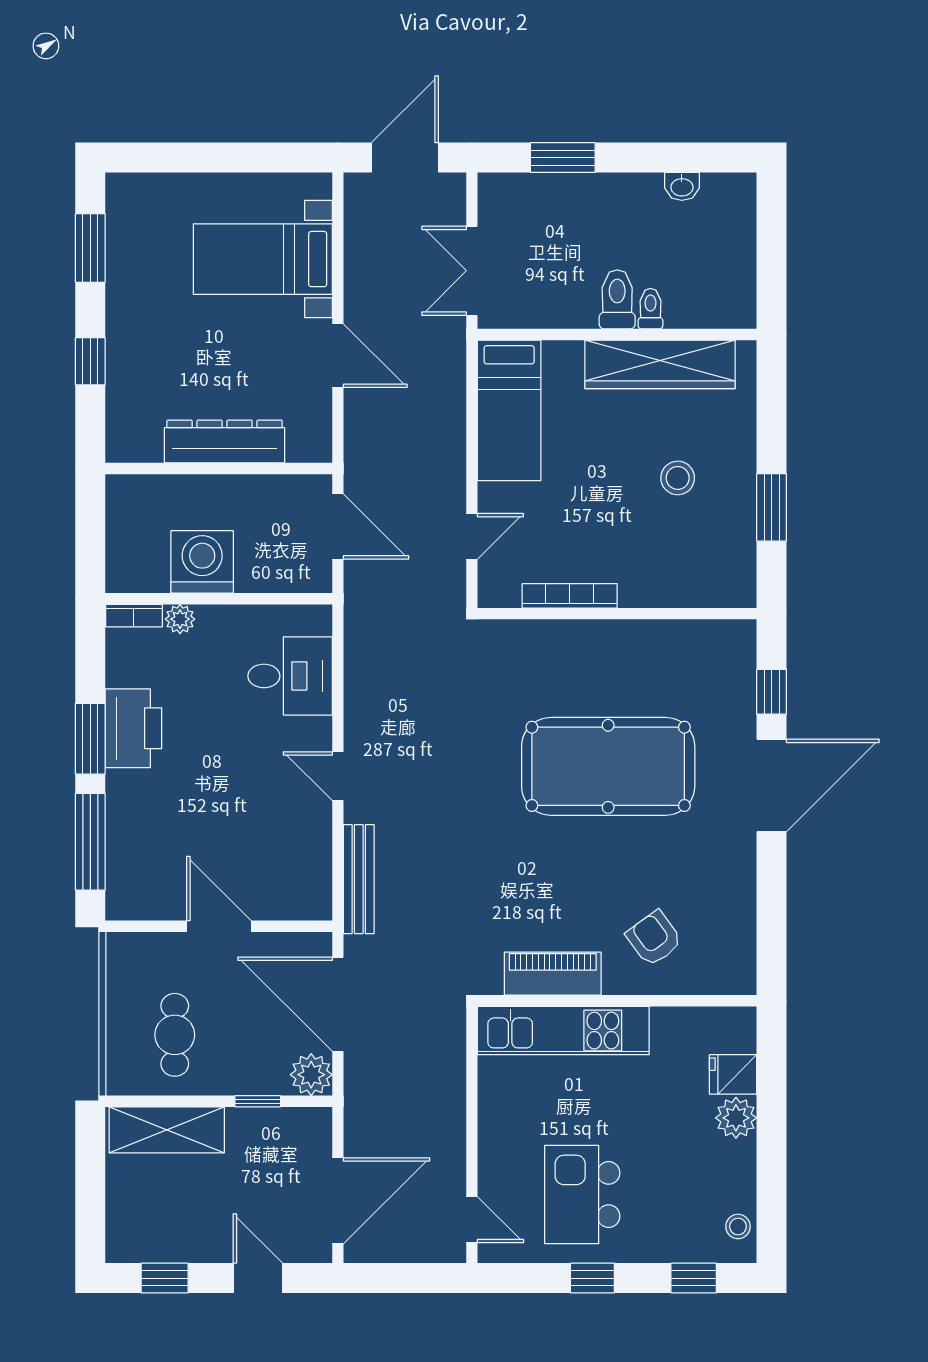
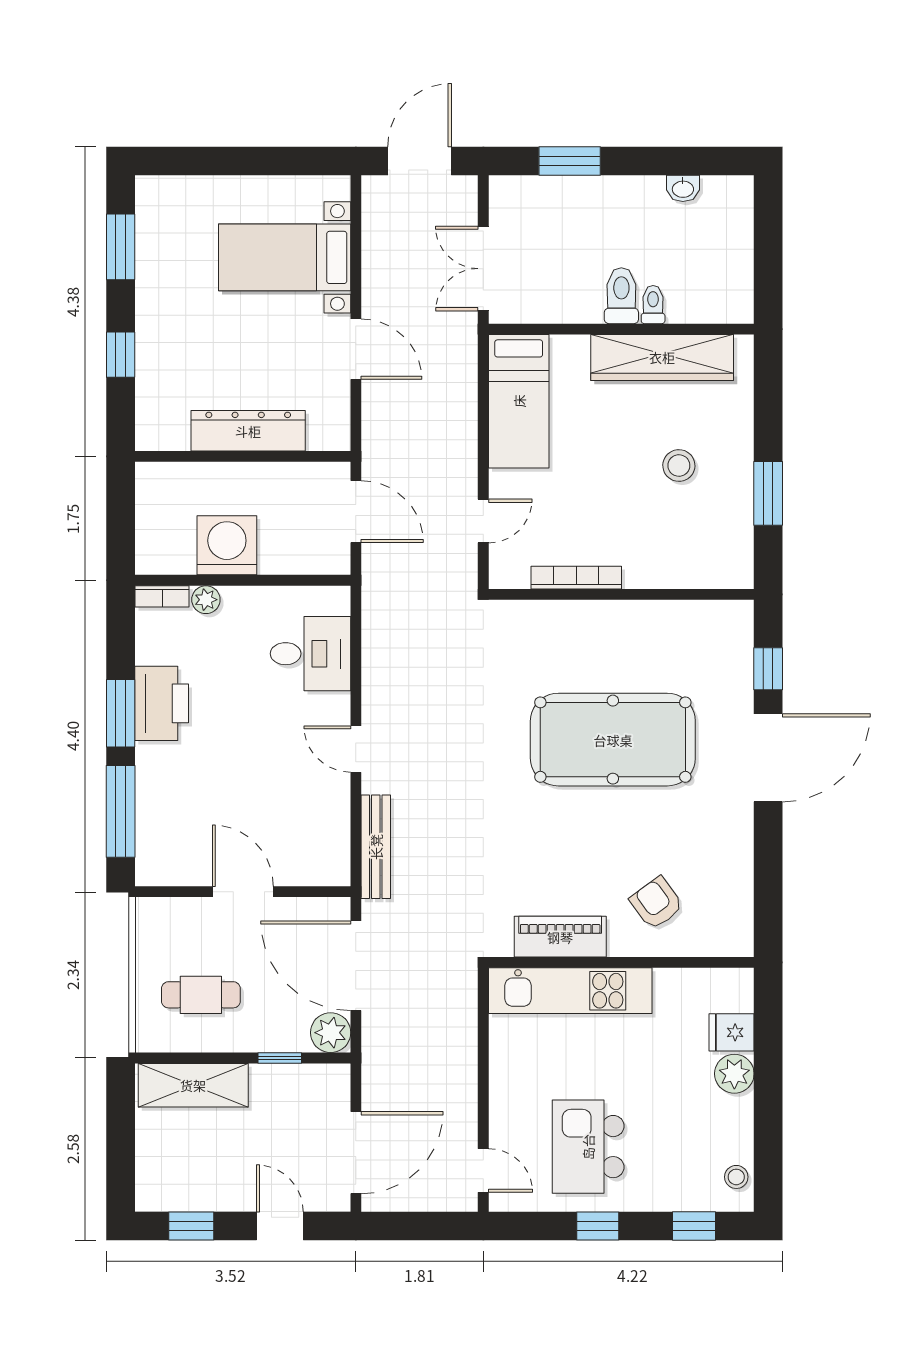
cafe table: (175, 1035) -> (201, 995), turned 90

